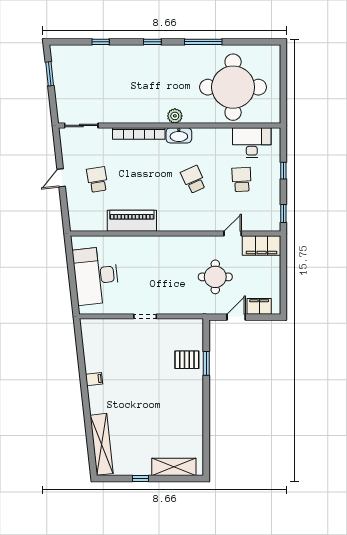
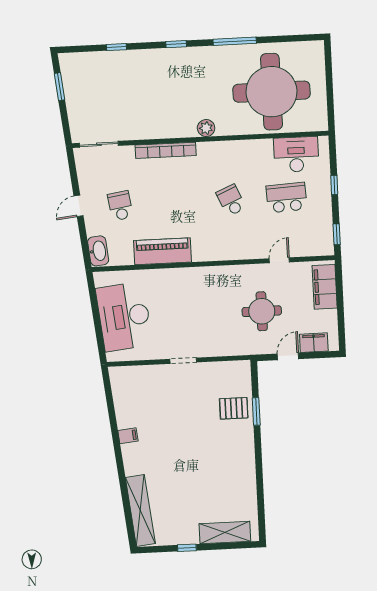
washbasin: (179, 135) -> (98, 251), moved, turned -96
school desk: (242, 180) -> (286, 198), width x1.85
filing cabinet: (262, 246) -> (325, 287), moved, turned 90

